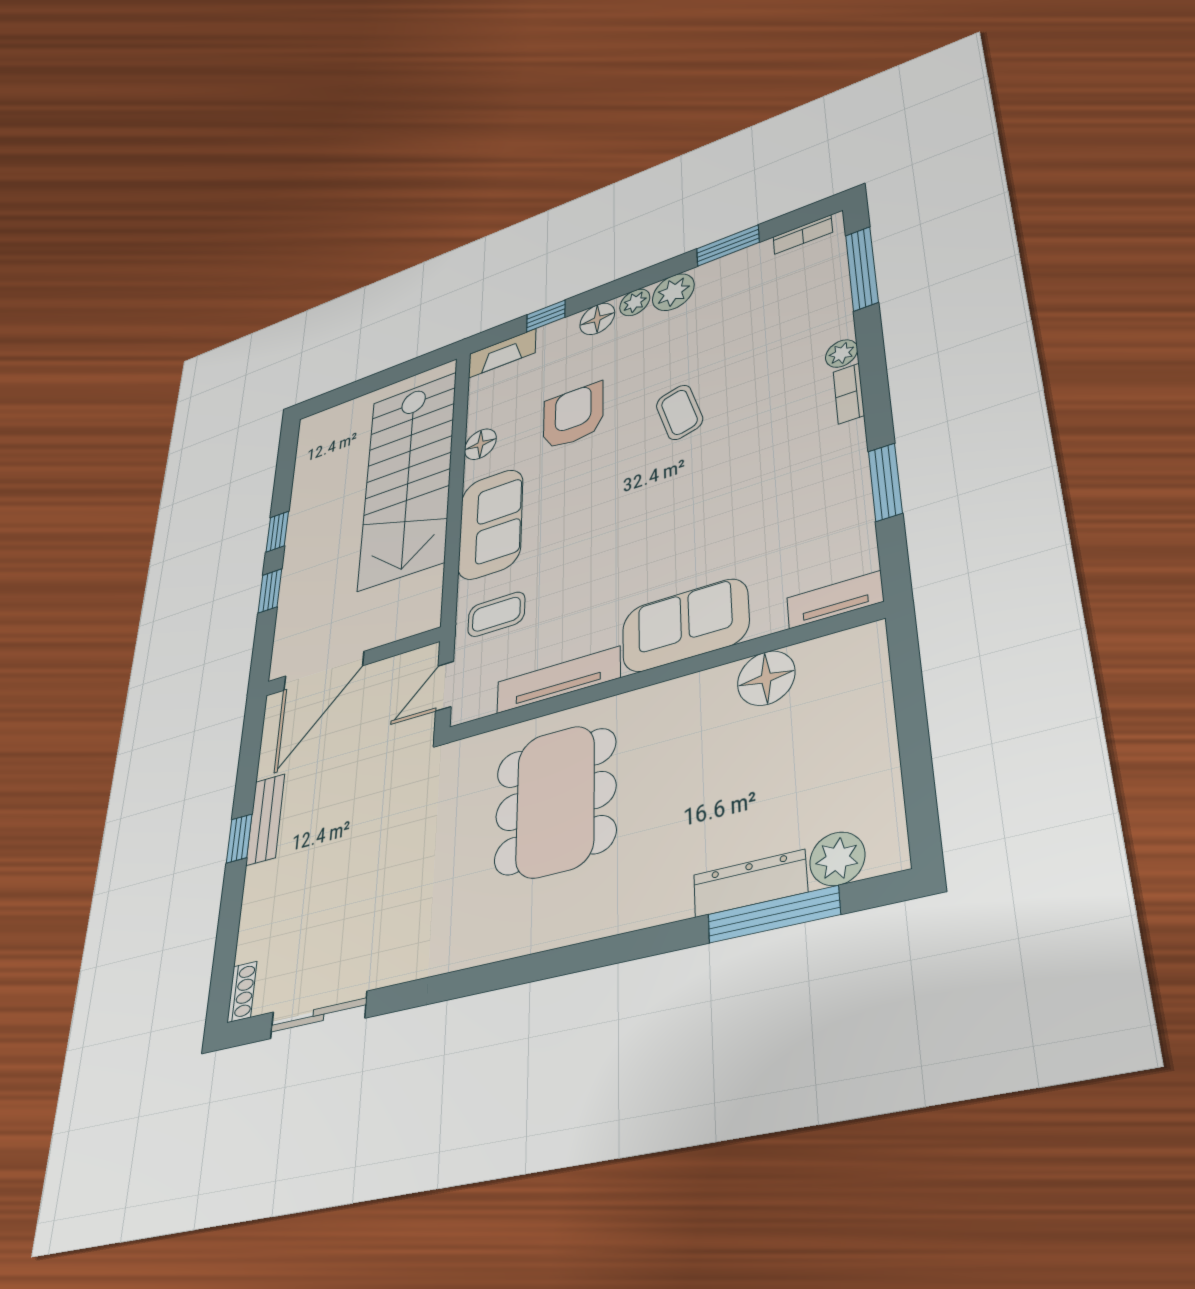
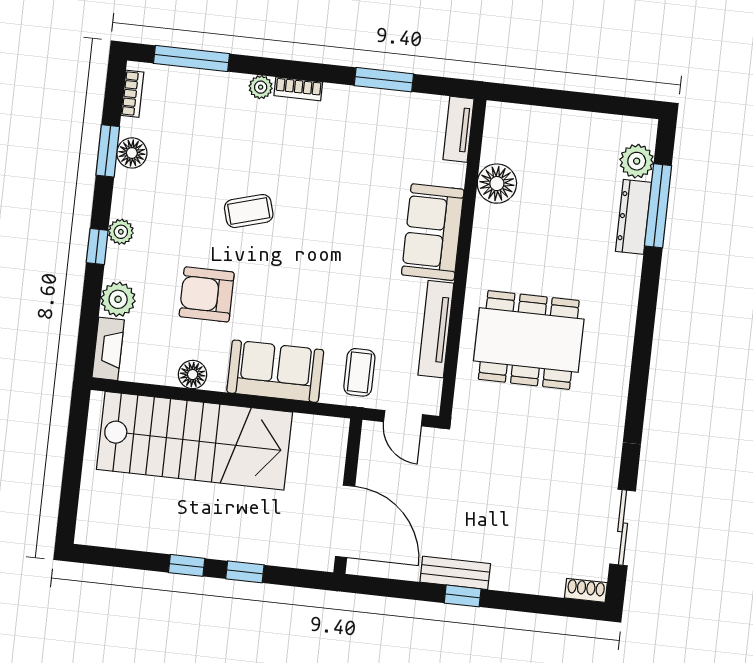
plant: (673, 292) -> (118, 299), moved
window: (546, 316) -> (97, 246), moved
floor lamp: (597, 319) -> (132, 153), moved

